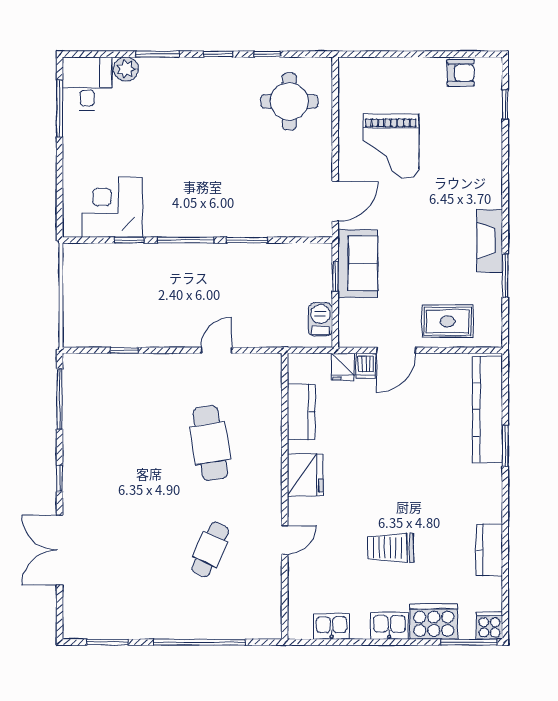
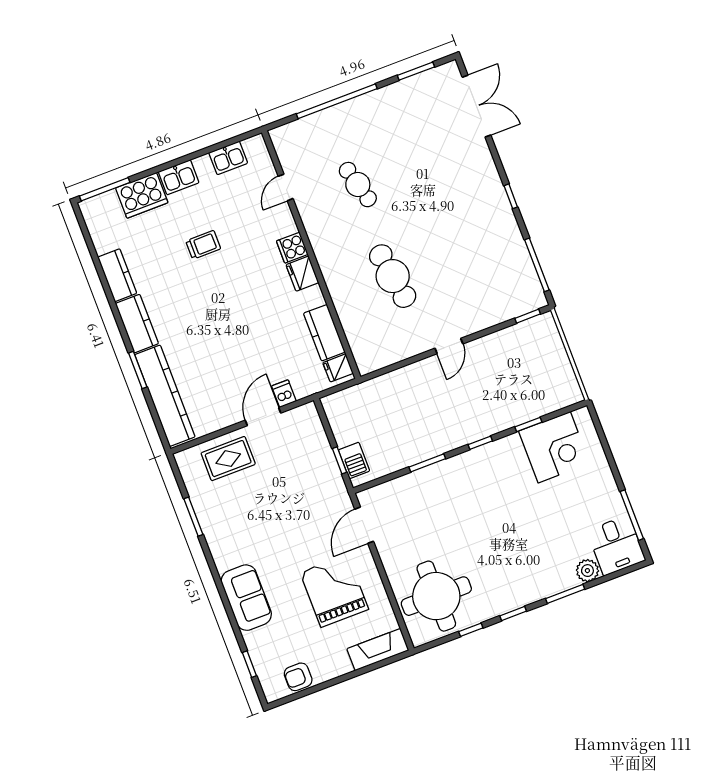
round table: (289, 101) -> (436, 596), width x1.36, depth x1.36
window: (186, 240) -> (480, 443), width x0.46
fireplace: (490, 241) -> (378, 650), moved, turned -90
sofa: (358, 264) -> (246, 598), moved, turned 180
barbecue: (320, 319) -> (354, 460), moved
window: (124, 350) -> (528, 316), moved
door: (216, 350) -> (449, 346), moved
fridge: (343, 367) -> (338, 368), moved, turned -90
fridge: (305, 475) -> (302, 274), width x0.73, depth x0.75
kitchen counter: (488, 493) -> (137, 324), added
door: (285, 540) -> (286, 187), moved
trolley: (391, 548) -> (203, 245), width x0.73, depth x0.72
cafe table: (210, 549) -> (358, 185), turned -39
double door: (60, 550) -> (477, 106), moved
cooker: (489, 626) -> (292, 248), moved, turned 90

